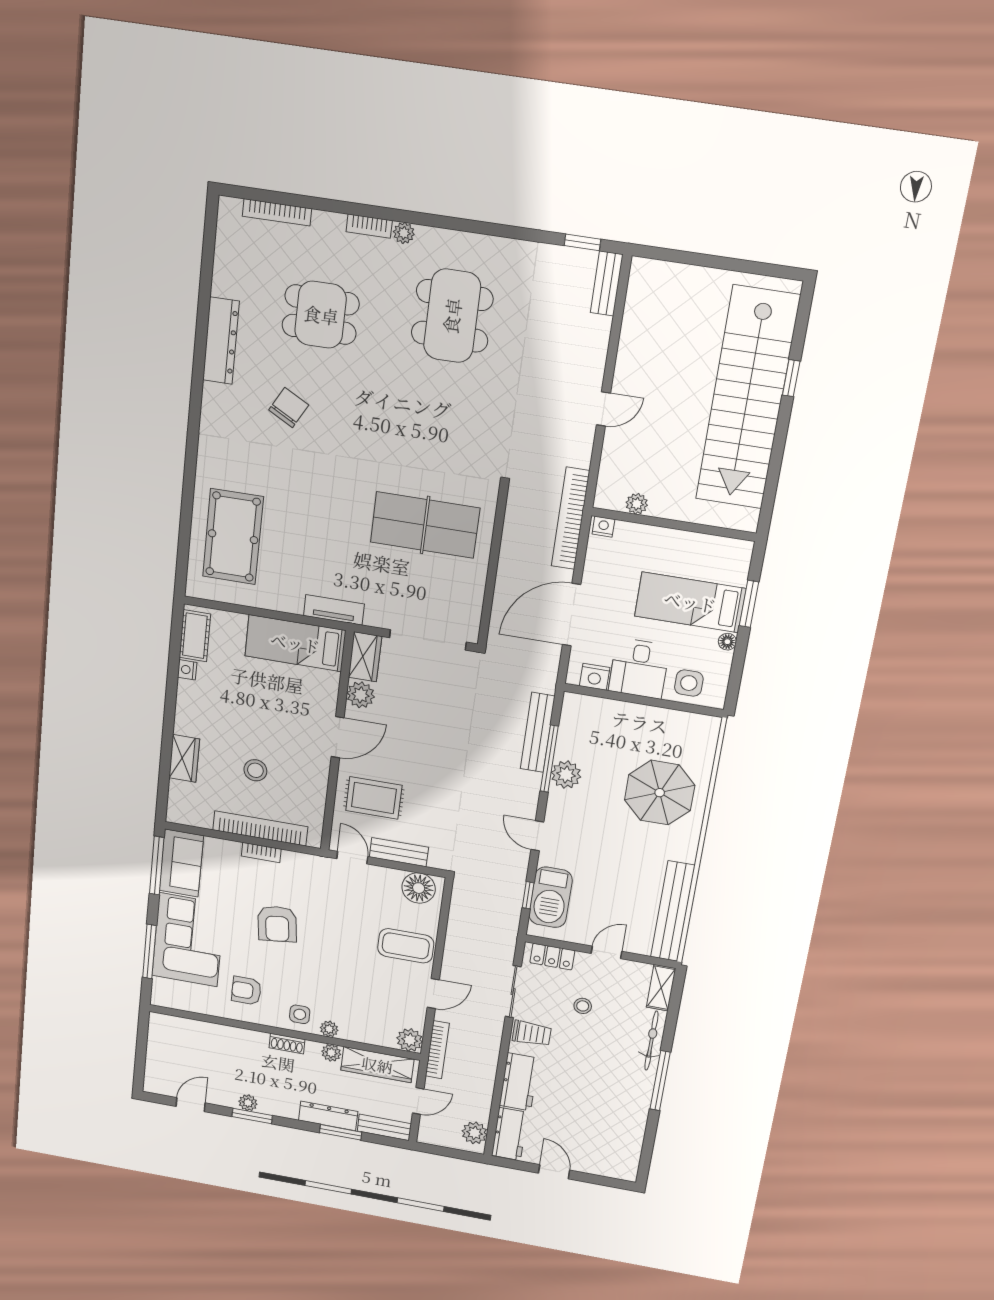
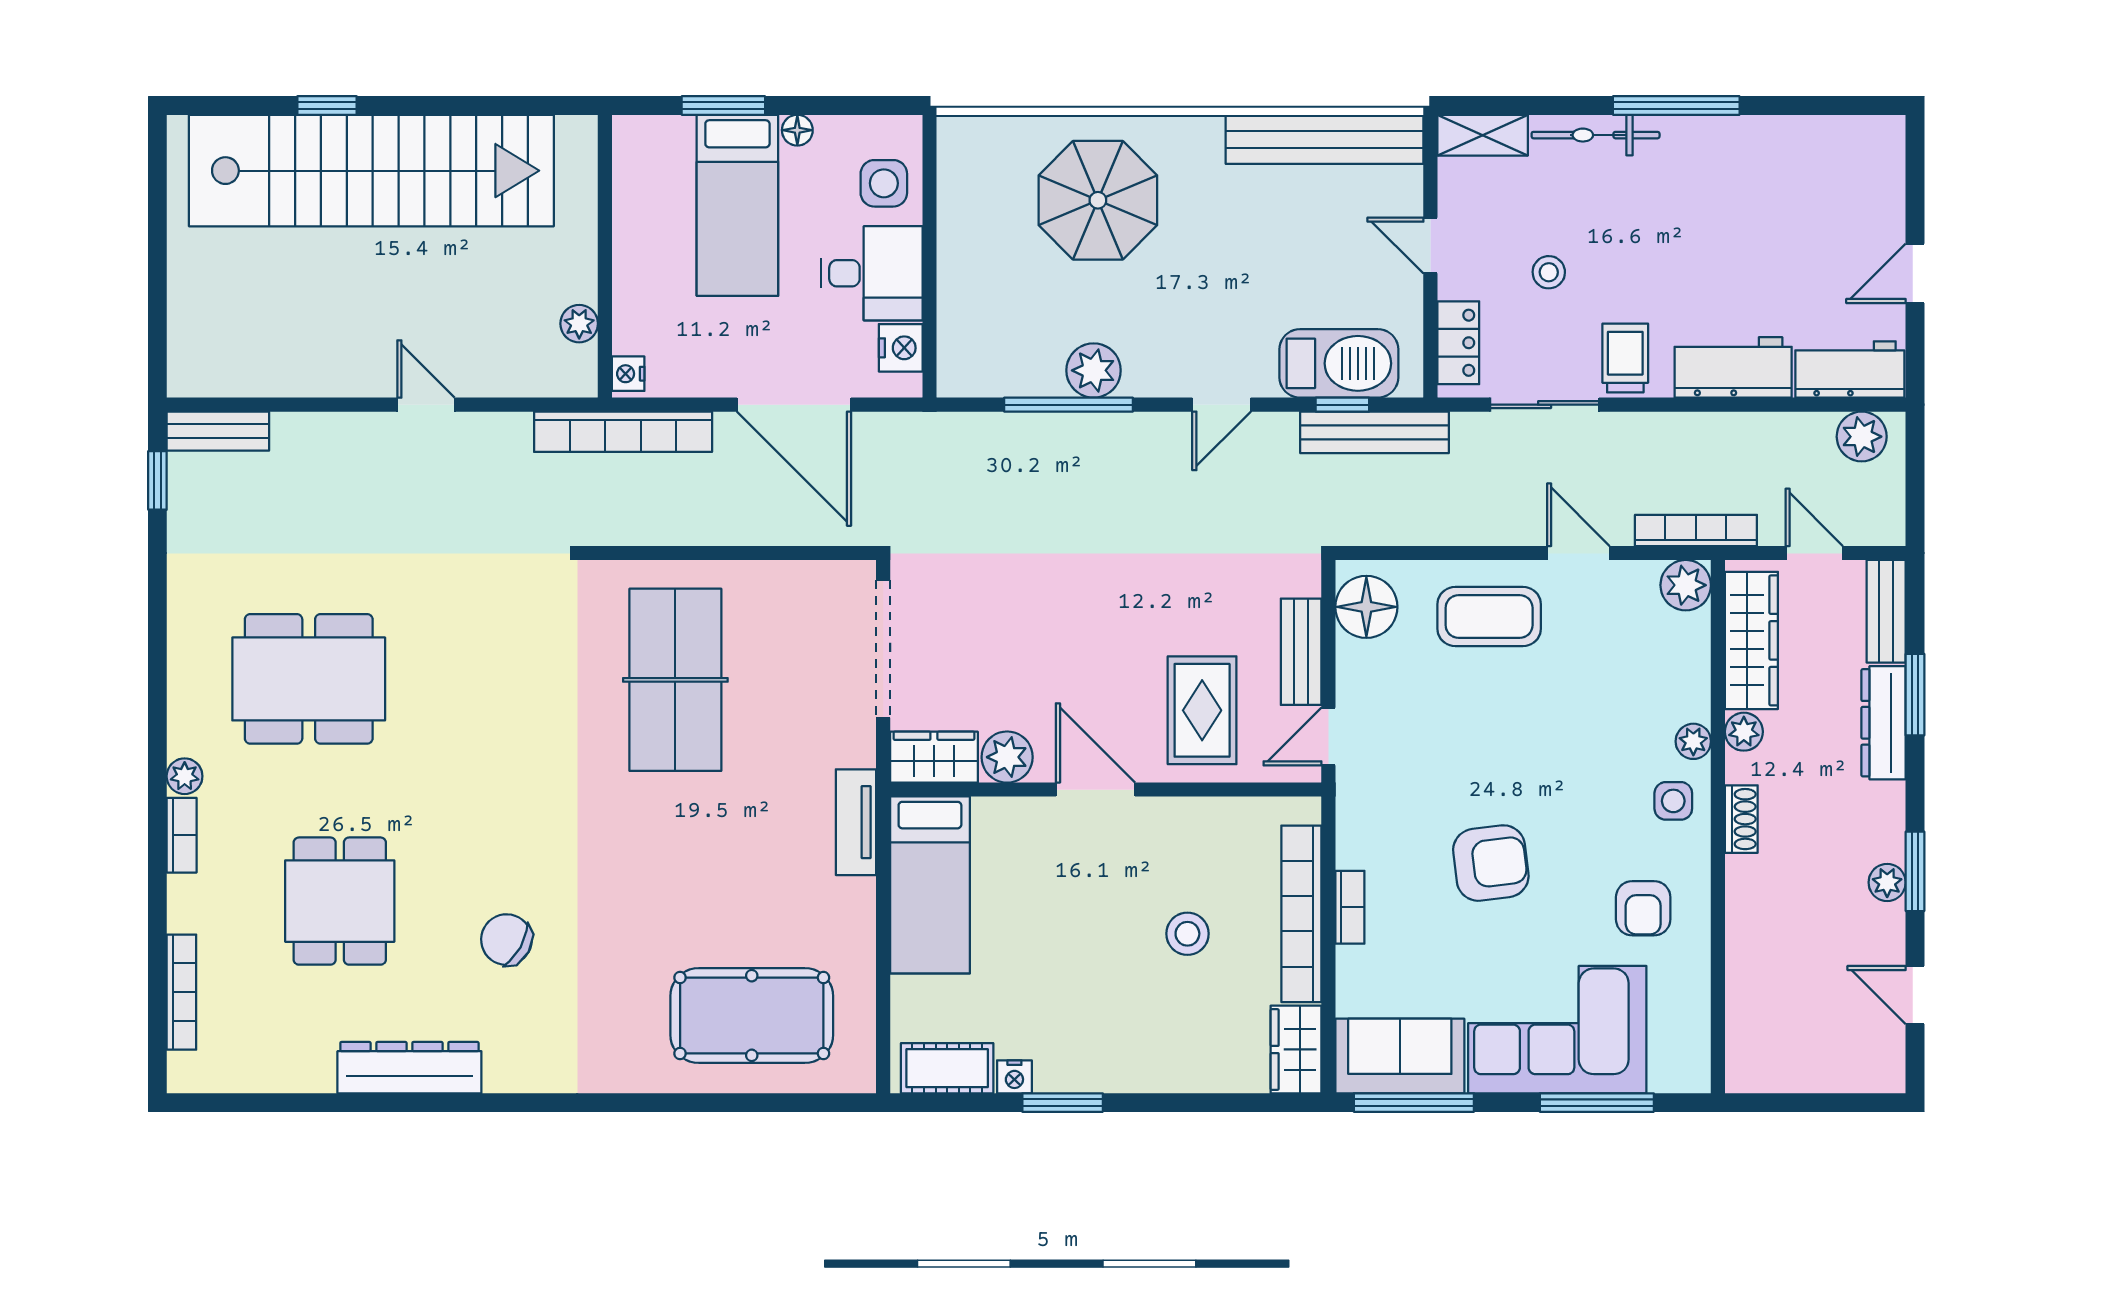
window: (171, 692) -> (1063, 1103), added
bench: (538, 732) -> (1374, 432), moved
wardrobe: (184, 758) -> (1296, 1049), moved, turned -90
coffee table: (406, 946) -> (1489, 616), turned 90

